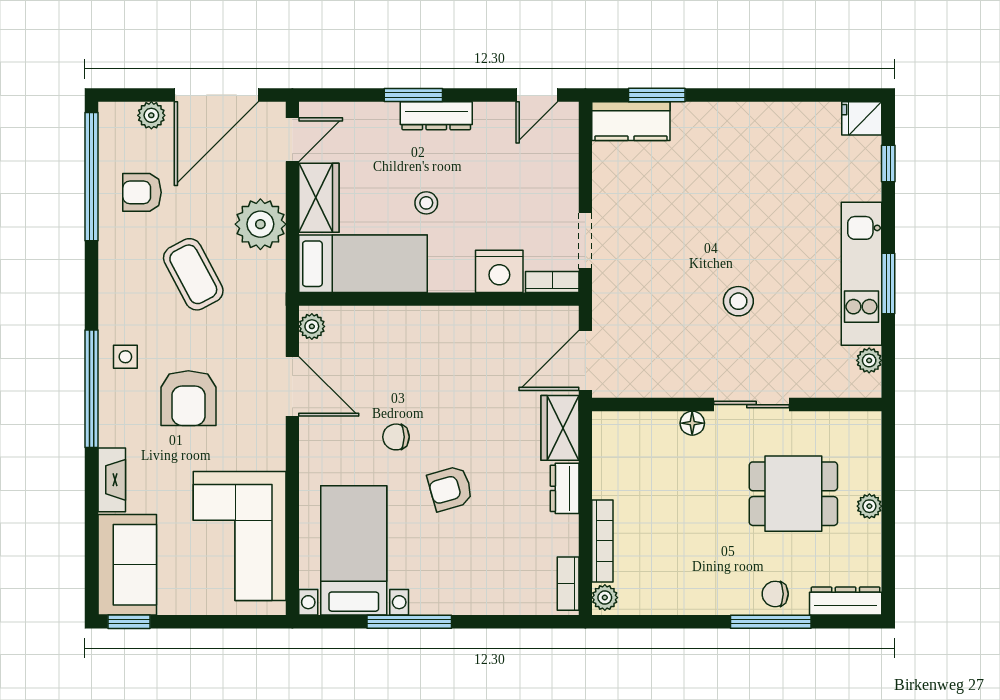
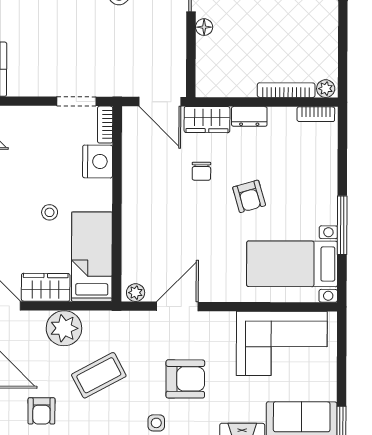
chair: (396, 437) -> (201, 171), moved

